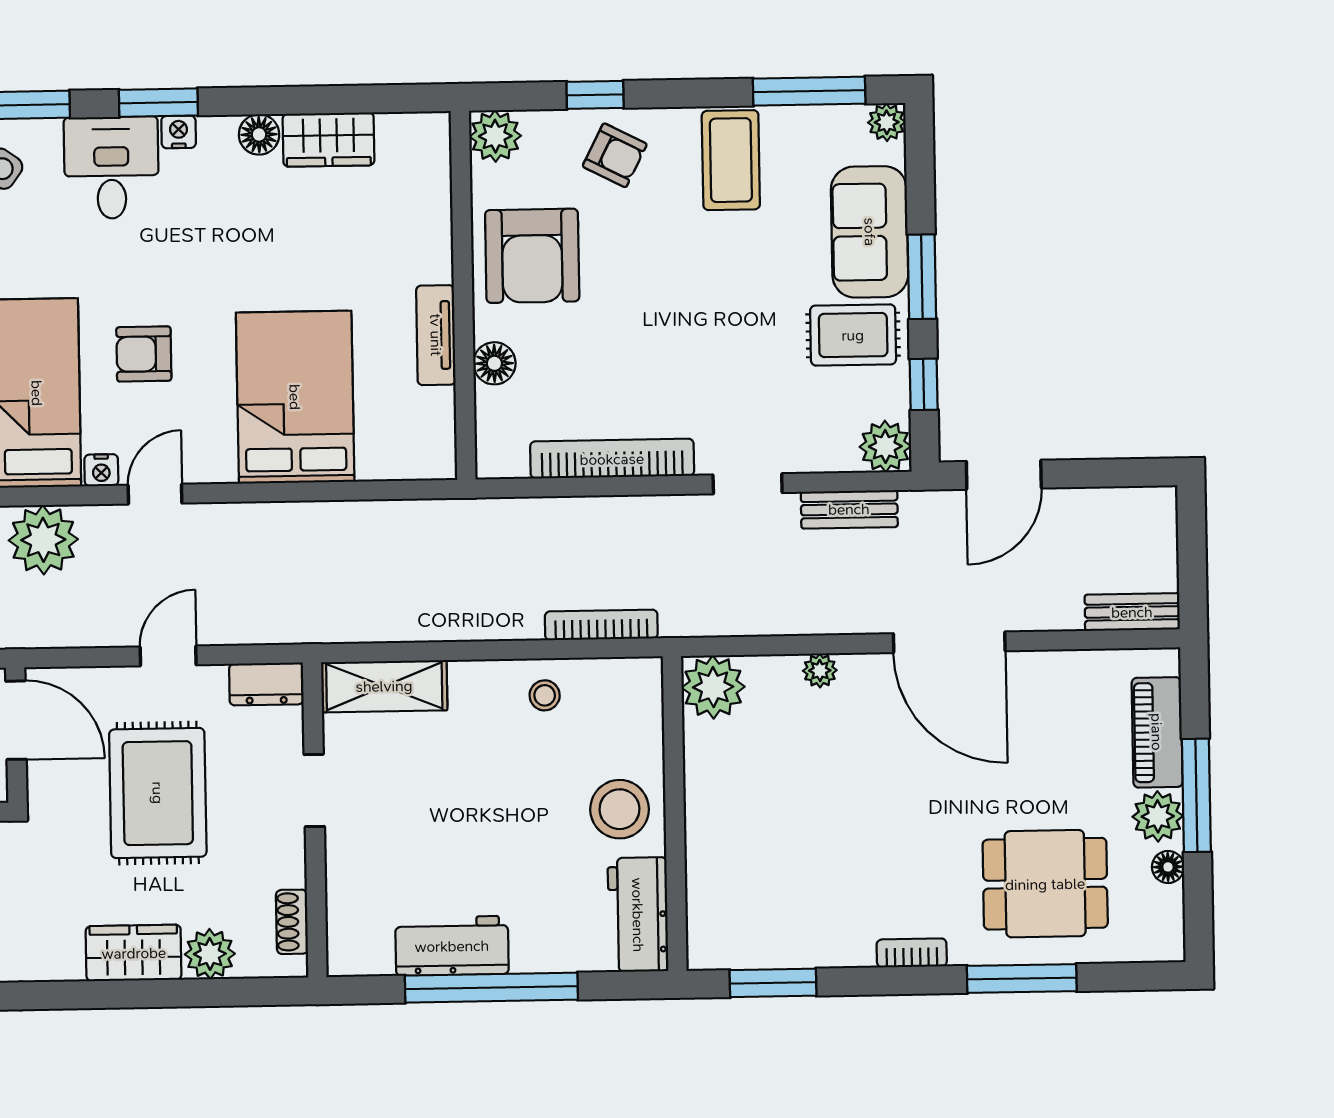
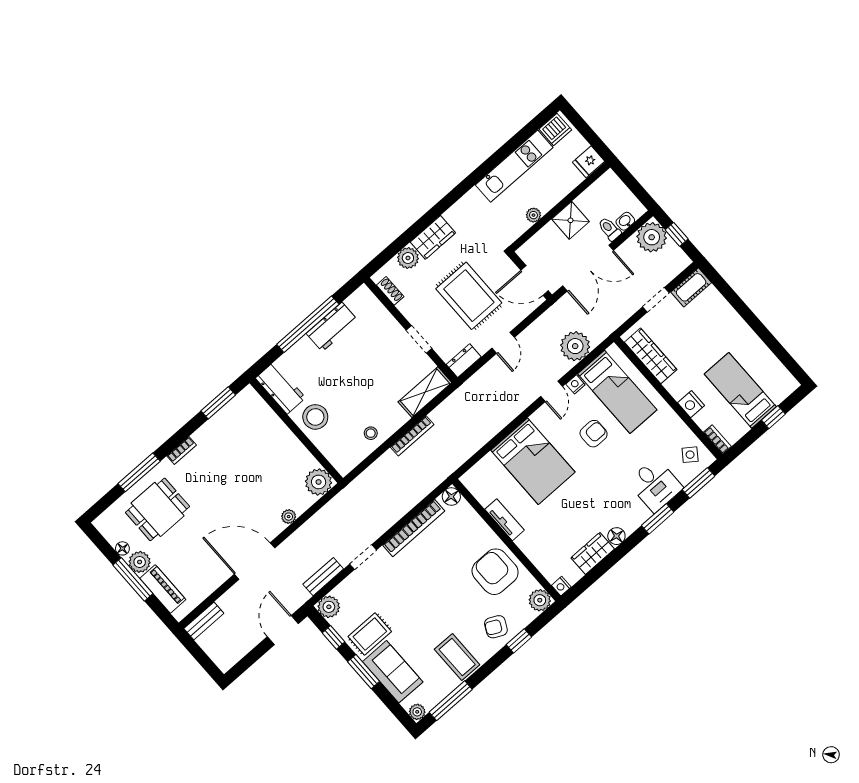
nightstand: (179, 132) -> (561, 586), moved, turned 90
floor lamp: (494, 363) -> (451, 496), moved
bookcase: (601, 625) -> (412, 436), moved

